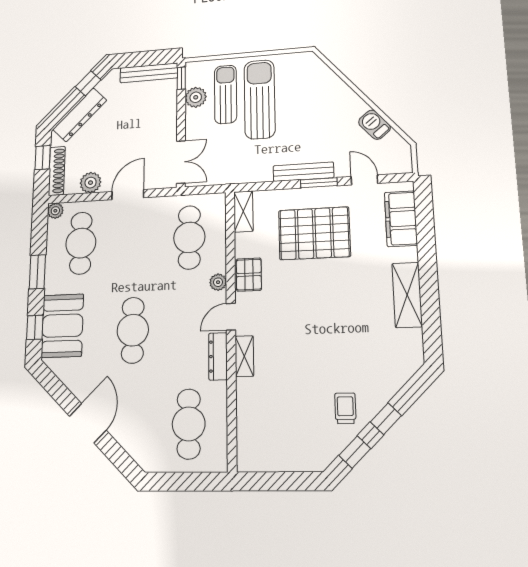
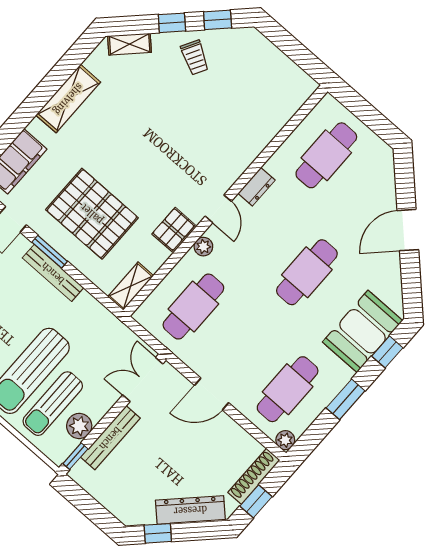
bench: (149, 73) -> (110, 438), moved, turned 90
plant: (91, 183) -> (234, 436), removed
door: (231, 317) -> (218, 209), hinge flipped
dresser: (218, 356) -> (257, 187), width x0.70
shelving: (244, 356) -> (130, 44), moved, turned 45
trolley: (345, 408) -> (195, 58), turned -61

